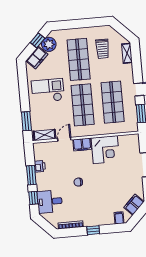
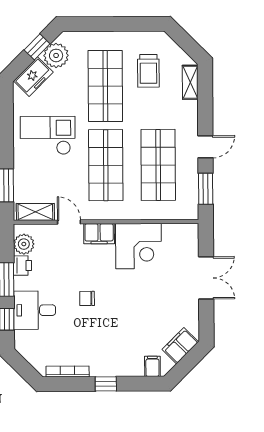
door: (64, 139) -> (69, 222), hinge flipped
plant: (39, 154) -> (24, 244), added
desk: (50, 202) -> (35, 310), moved

